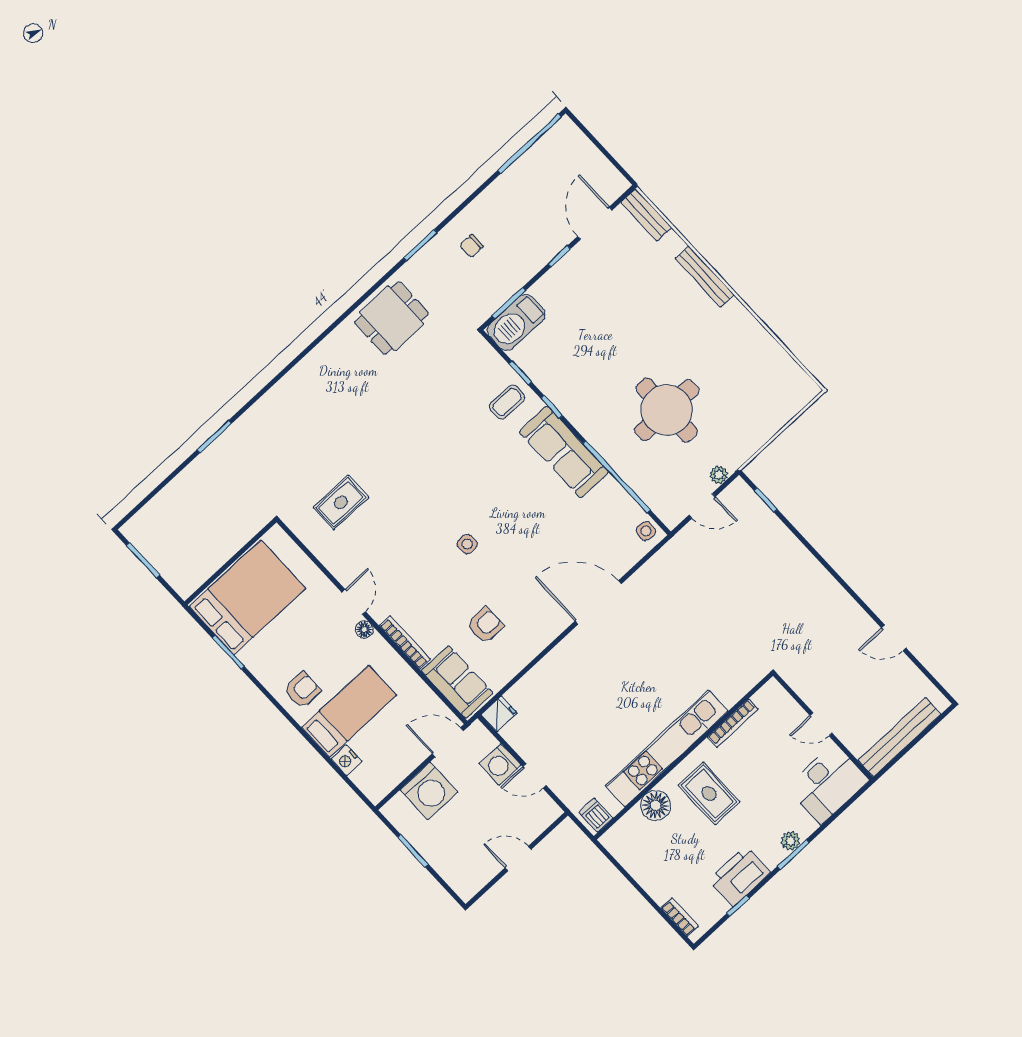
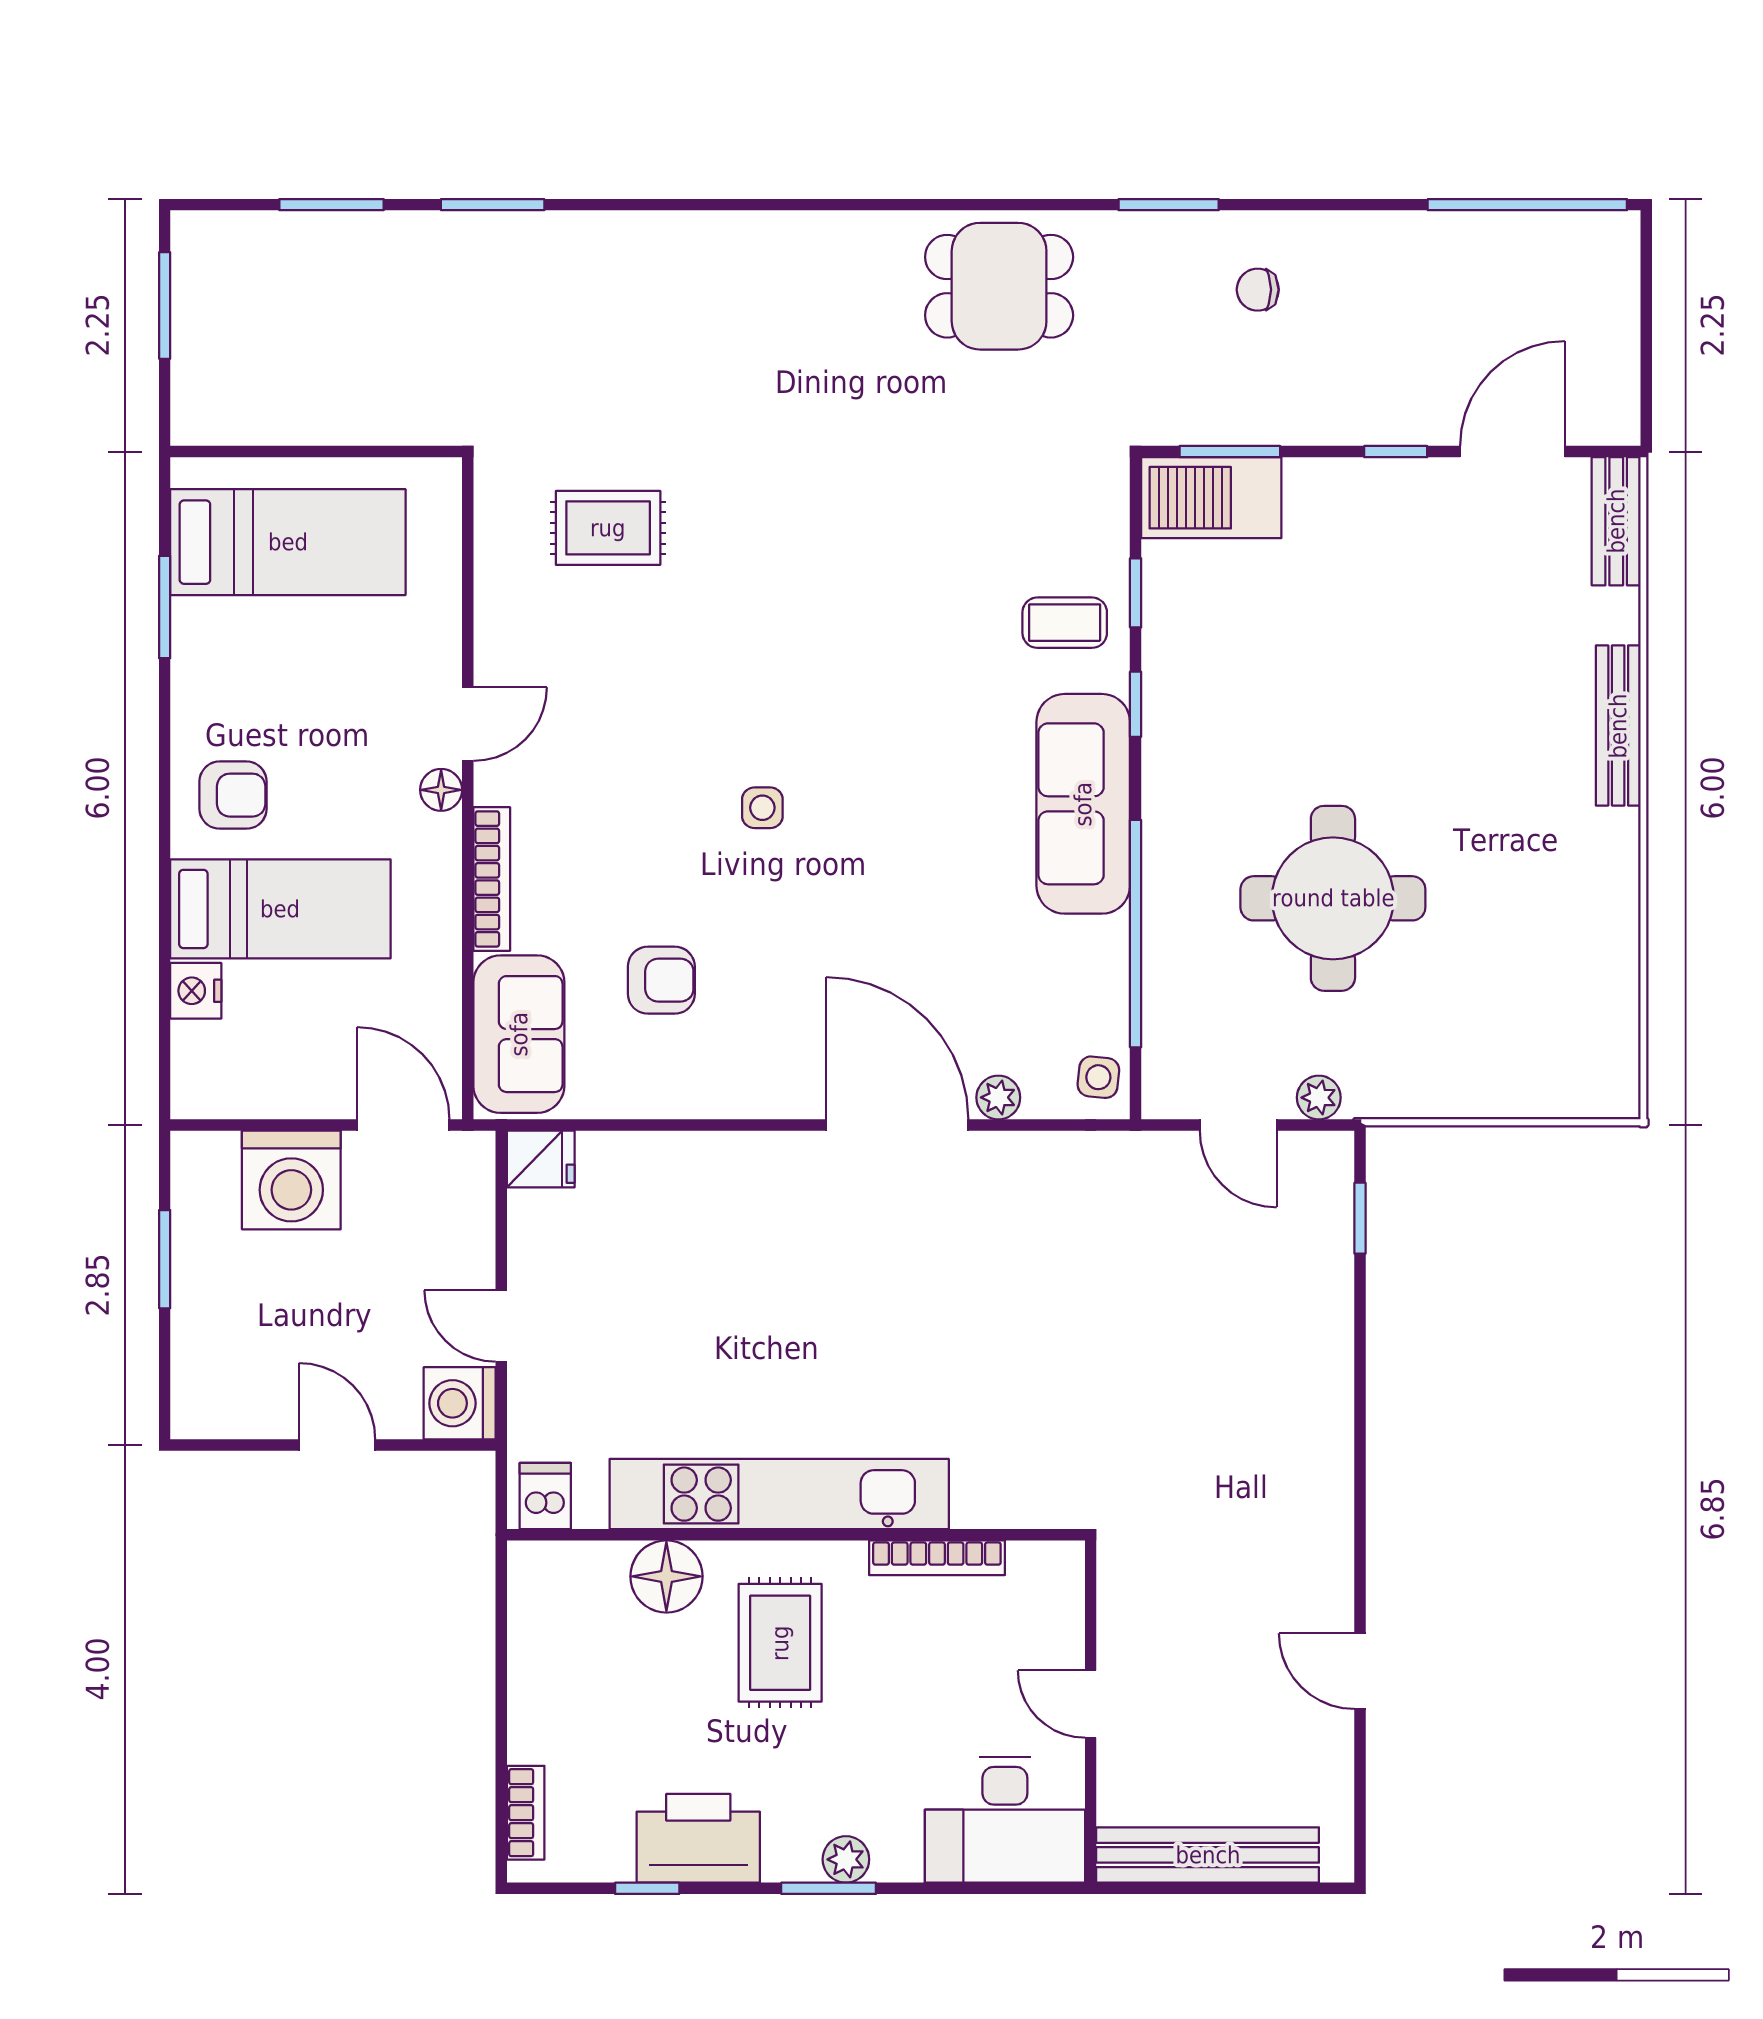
window: (165, 482) -> (332, 205), added
plant: (621, 566) -> (998, 1097), added
bed: (247, 597) -> (288, 542), width x0.67
washing machine: (500, 764) -> (460, 1403), moved

